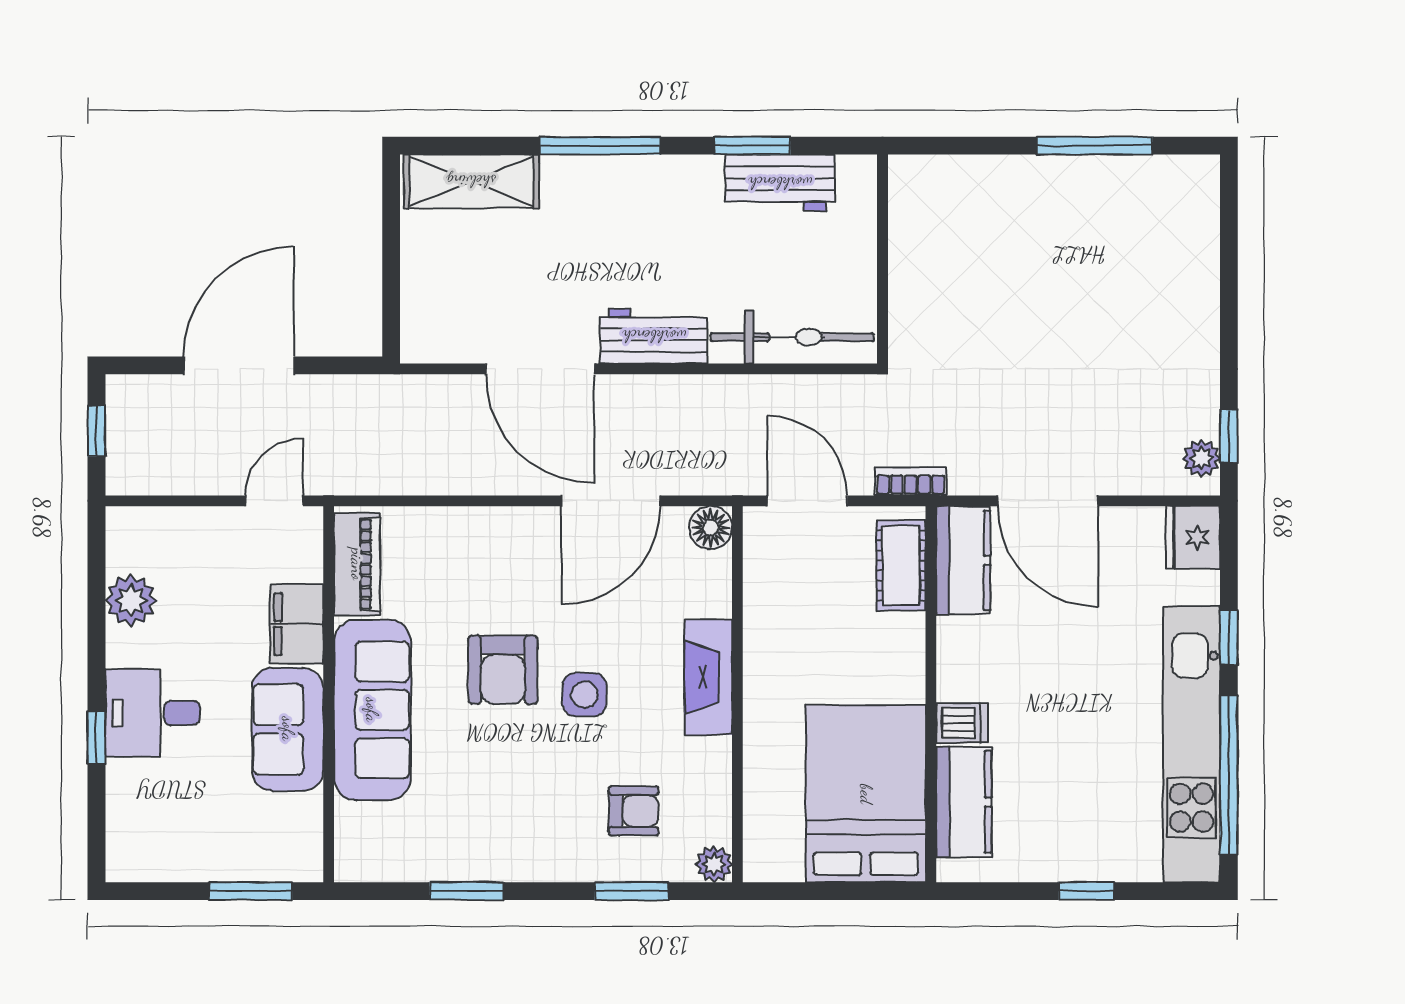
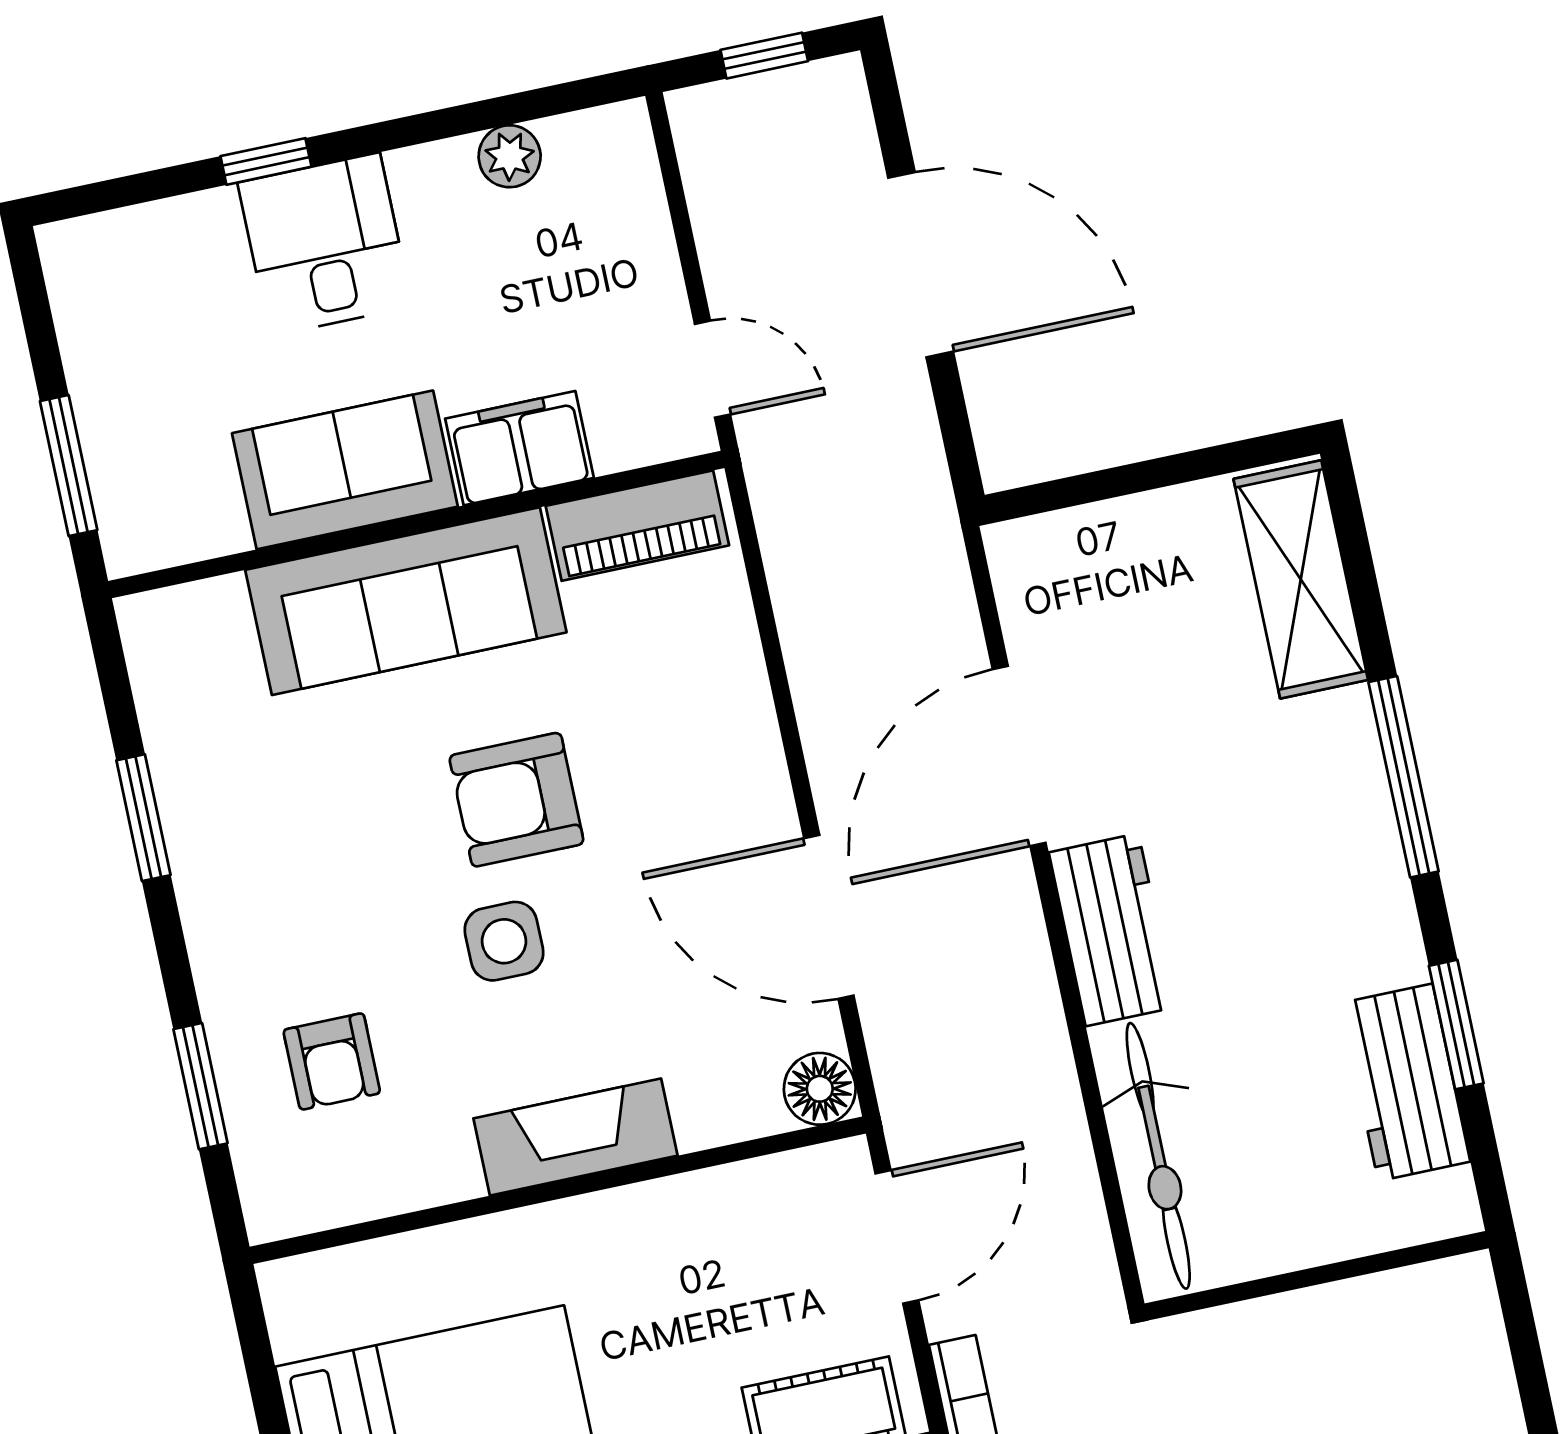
plant: (131, 600) -> (510, 156), width x0.73, depth x0.73
plant: (714, 864) -> (273, 1211), removed

